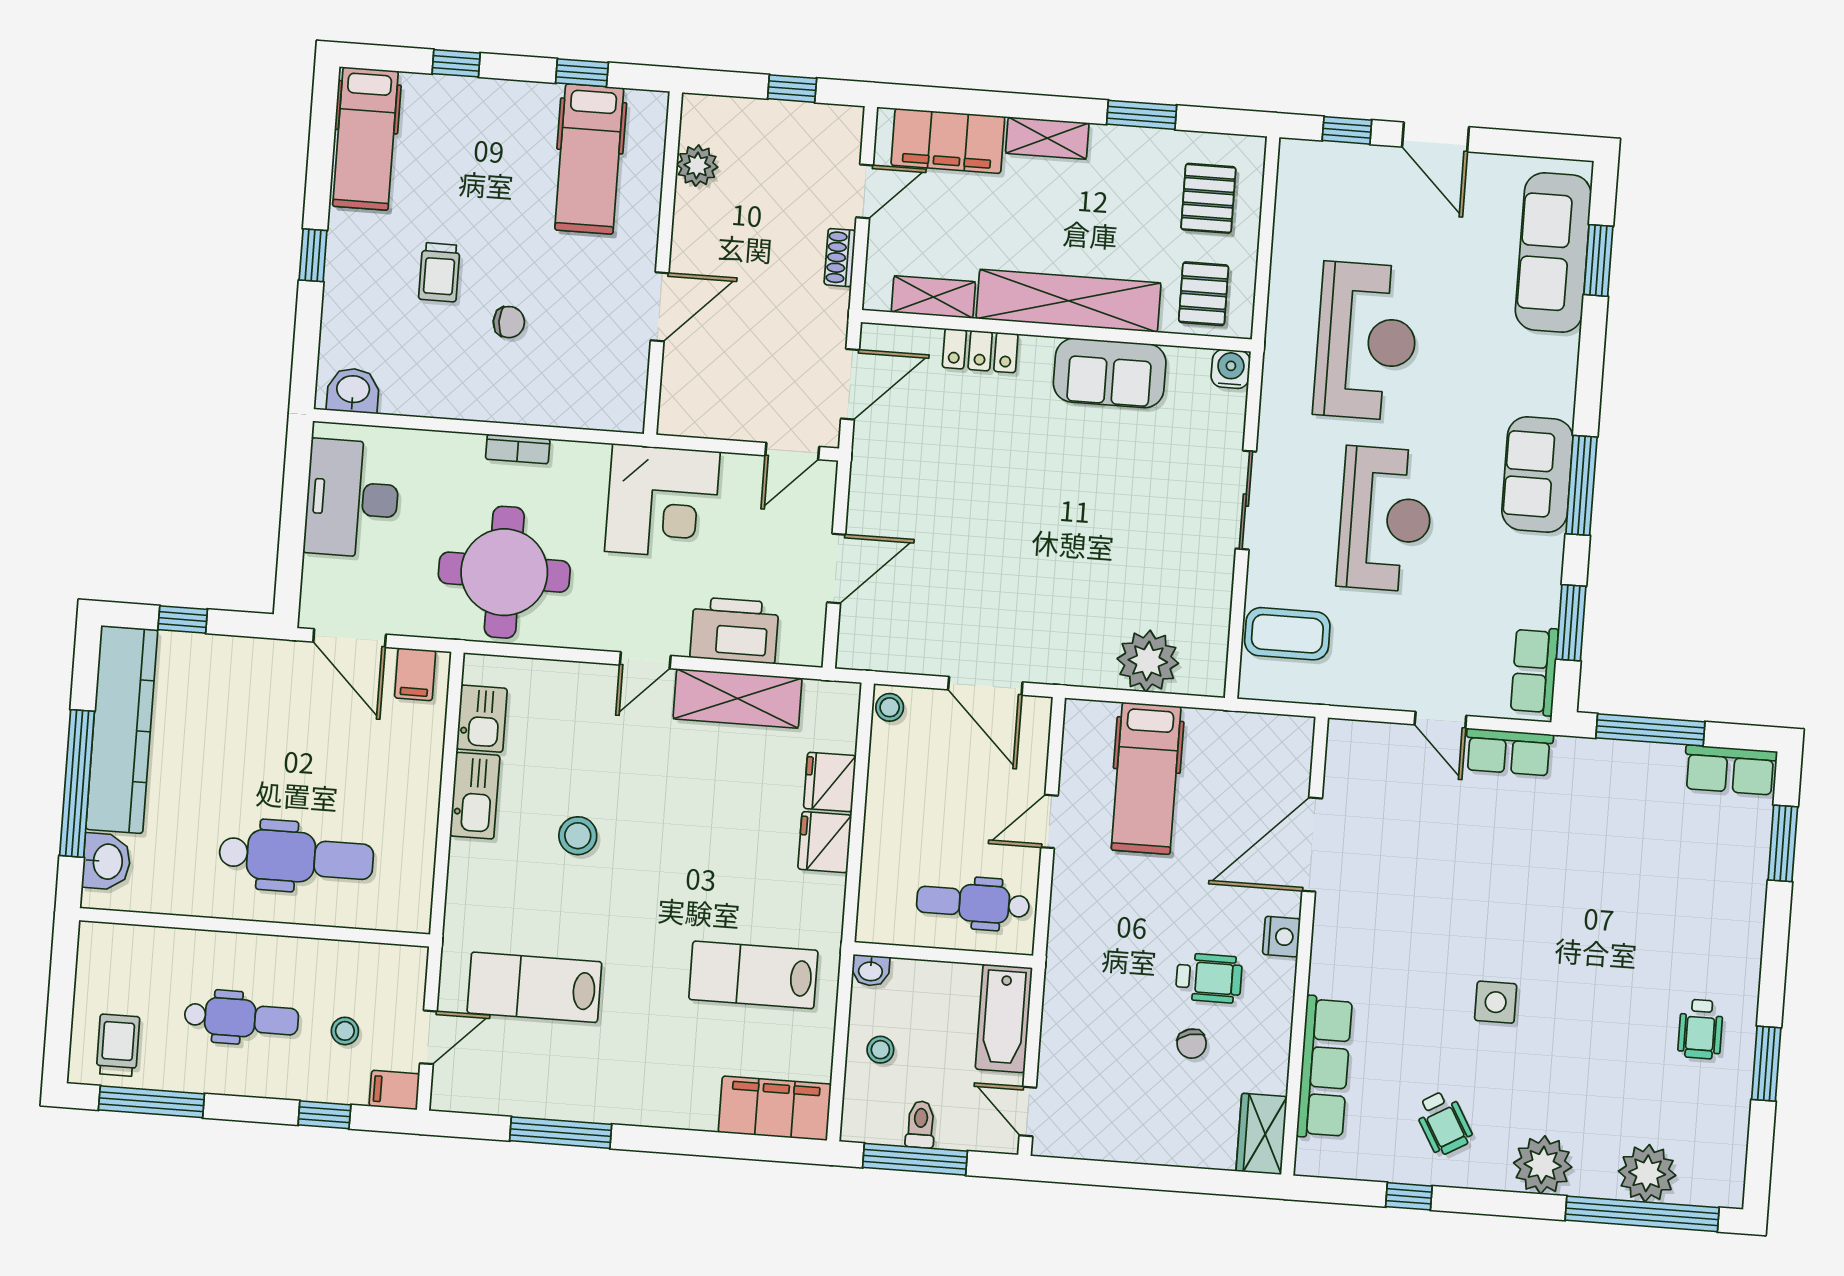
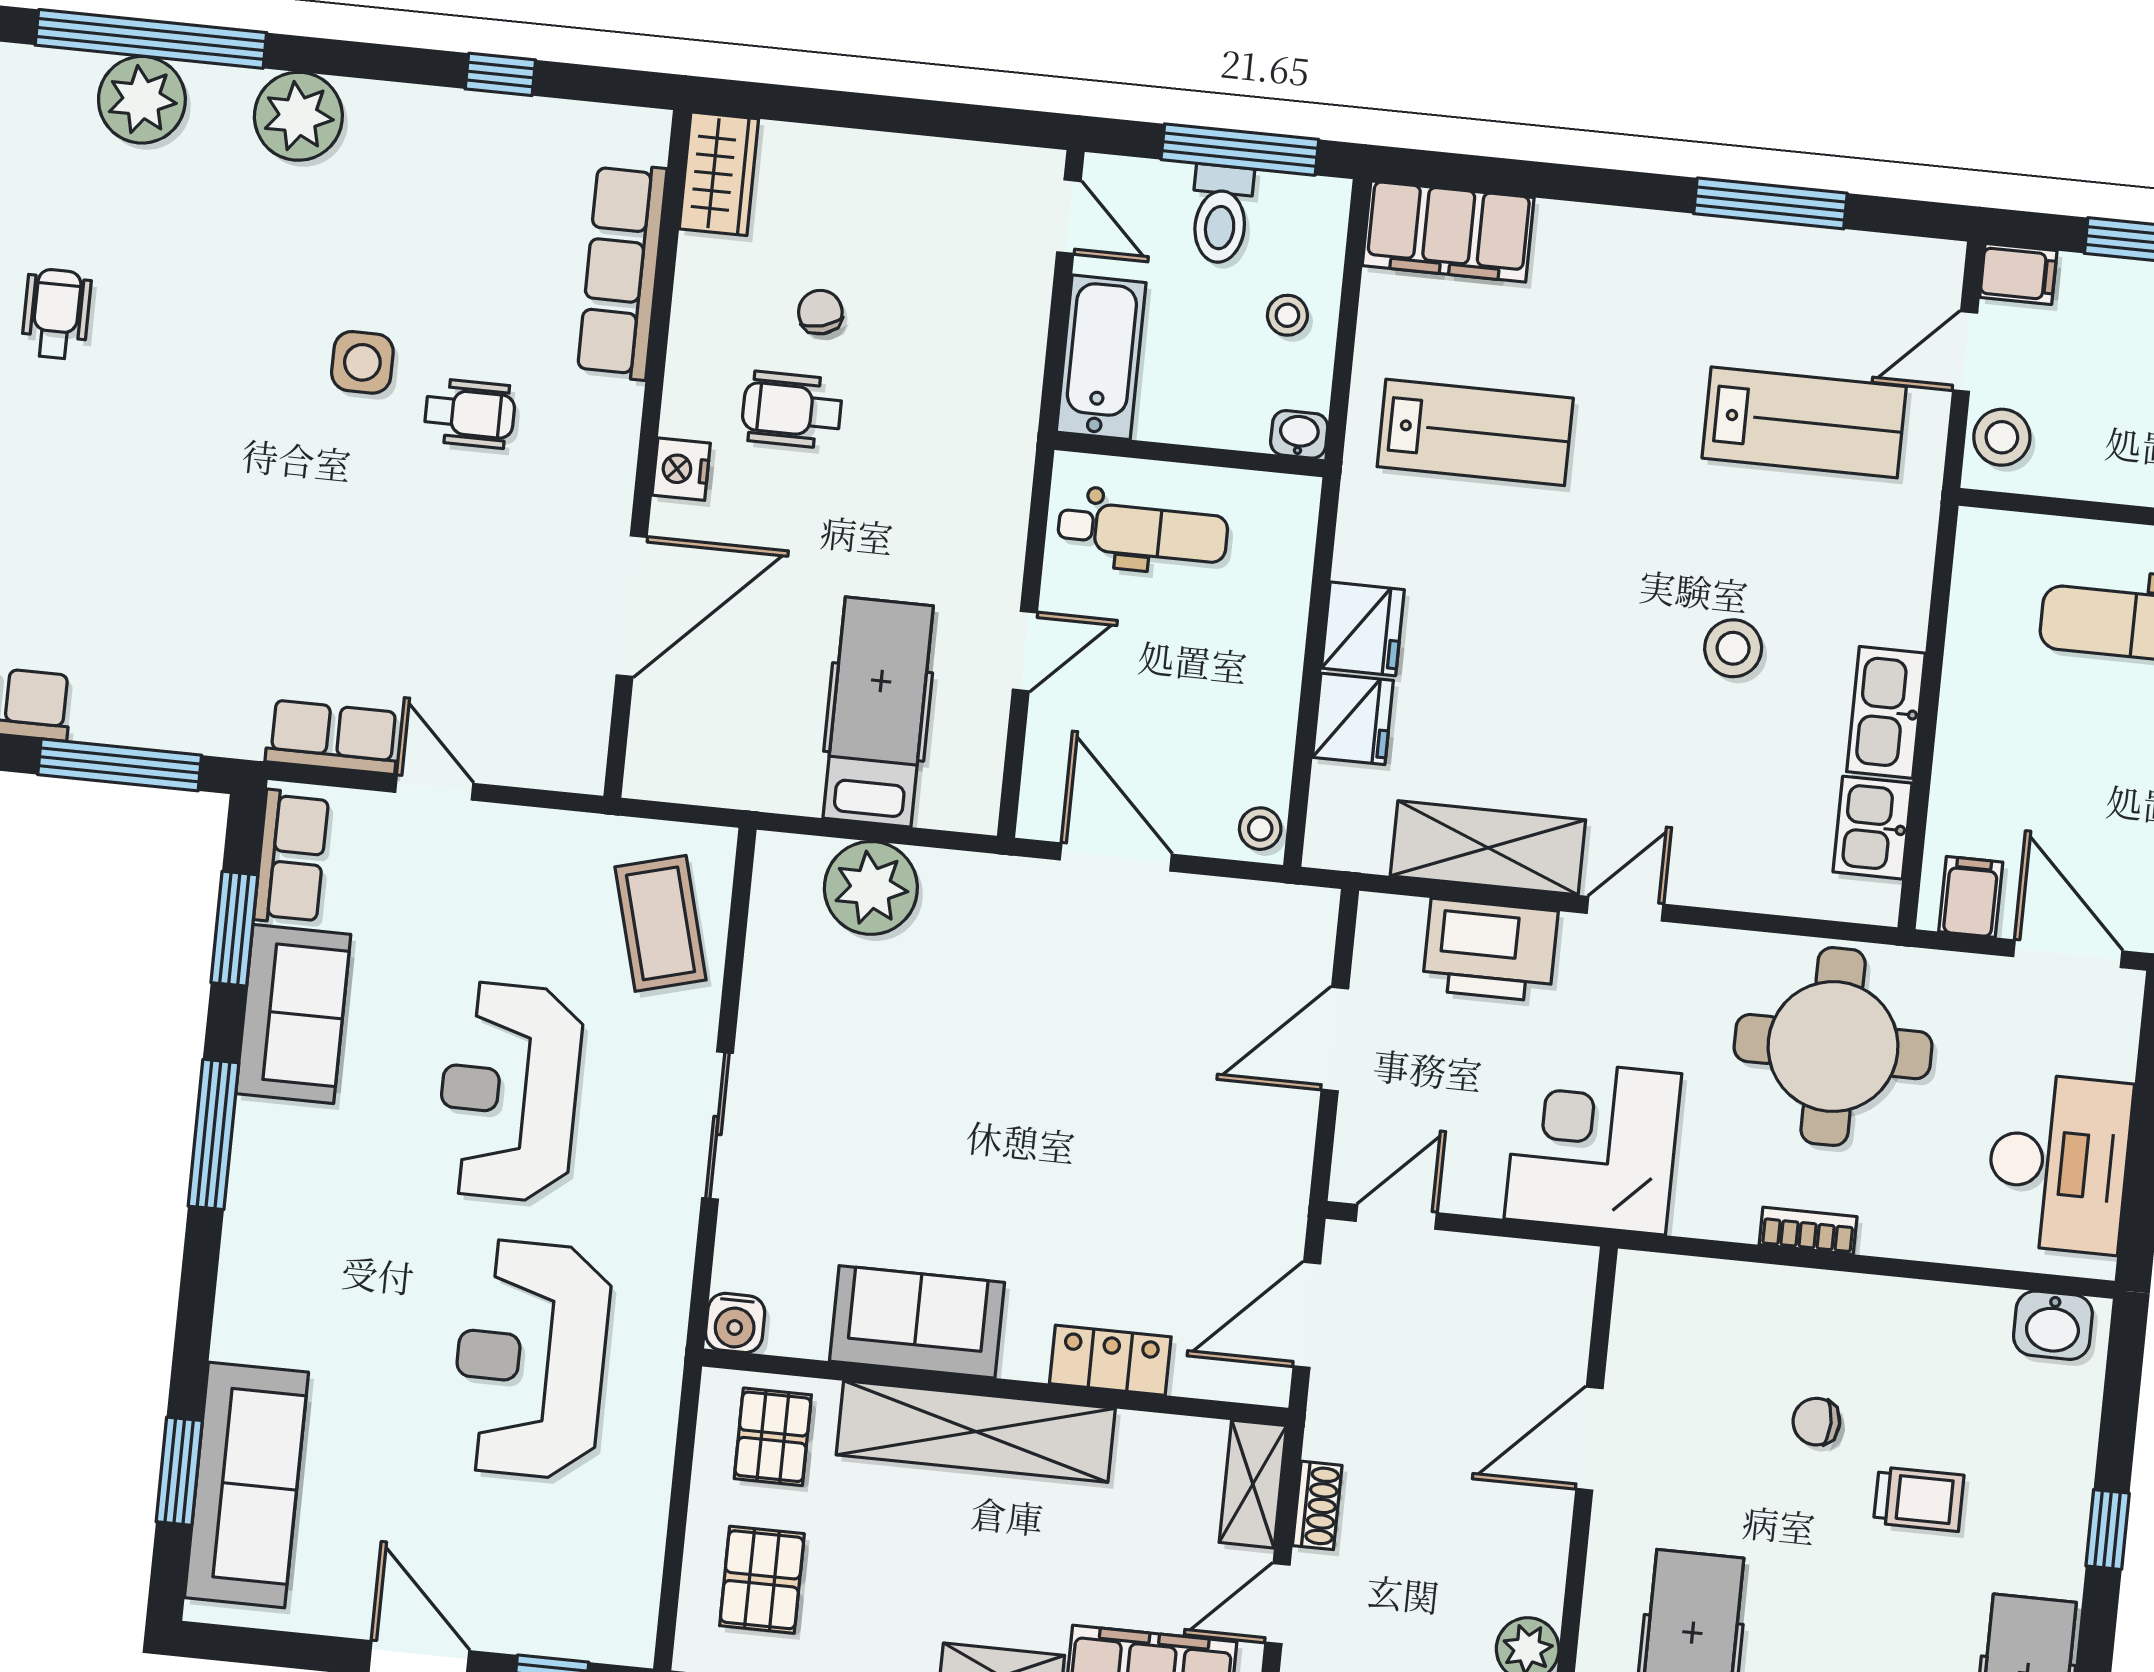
trolley: (439, 272) -> (1919, 1499), turned 90
shelving: (933, 297) -> (1253, 1484), moved, turned 90
sofa: (1537, 475) -> (293, 1014), moved
coffee table: (1287, 634) -> (661, 923), turned 75
stool: (345, 1031) -> (2002, 437), moved, width x1.37, depth x1.37
wheelchair: (1444, 1123) -> (470, 413), moved, turned 120
toilet: (921, 1124) -> (1221, 214), width x1.37, depth x1.39

